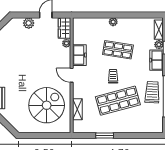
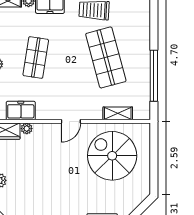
freezer: (79, 55) -> (21, 111), moved
trolley: (113, 76) -> (72, 64), removed
window: (105, 135) -> (154, 76), width x2.11

